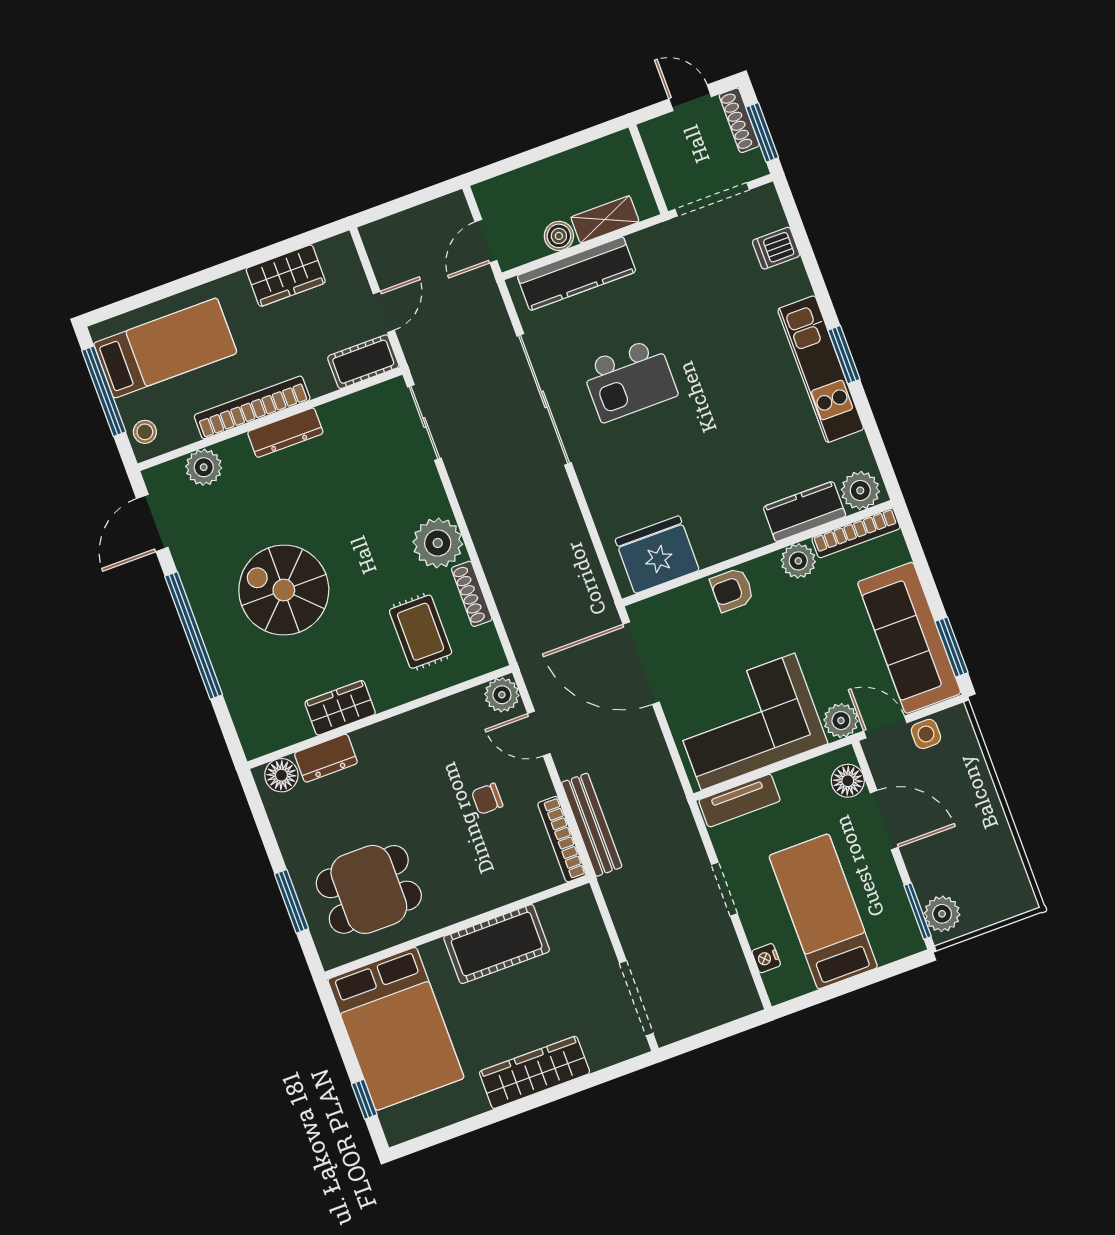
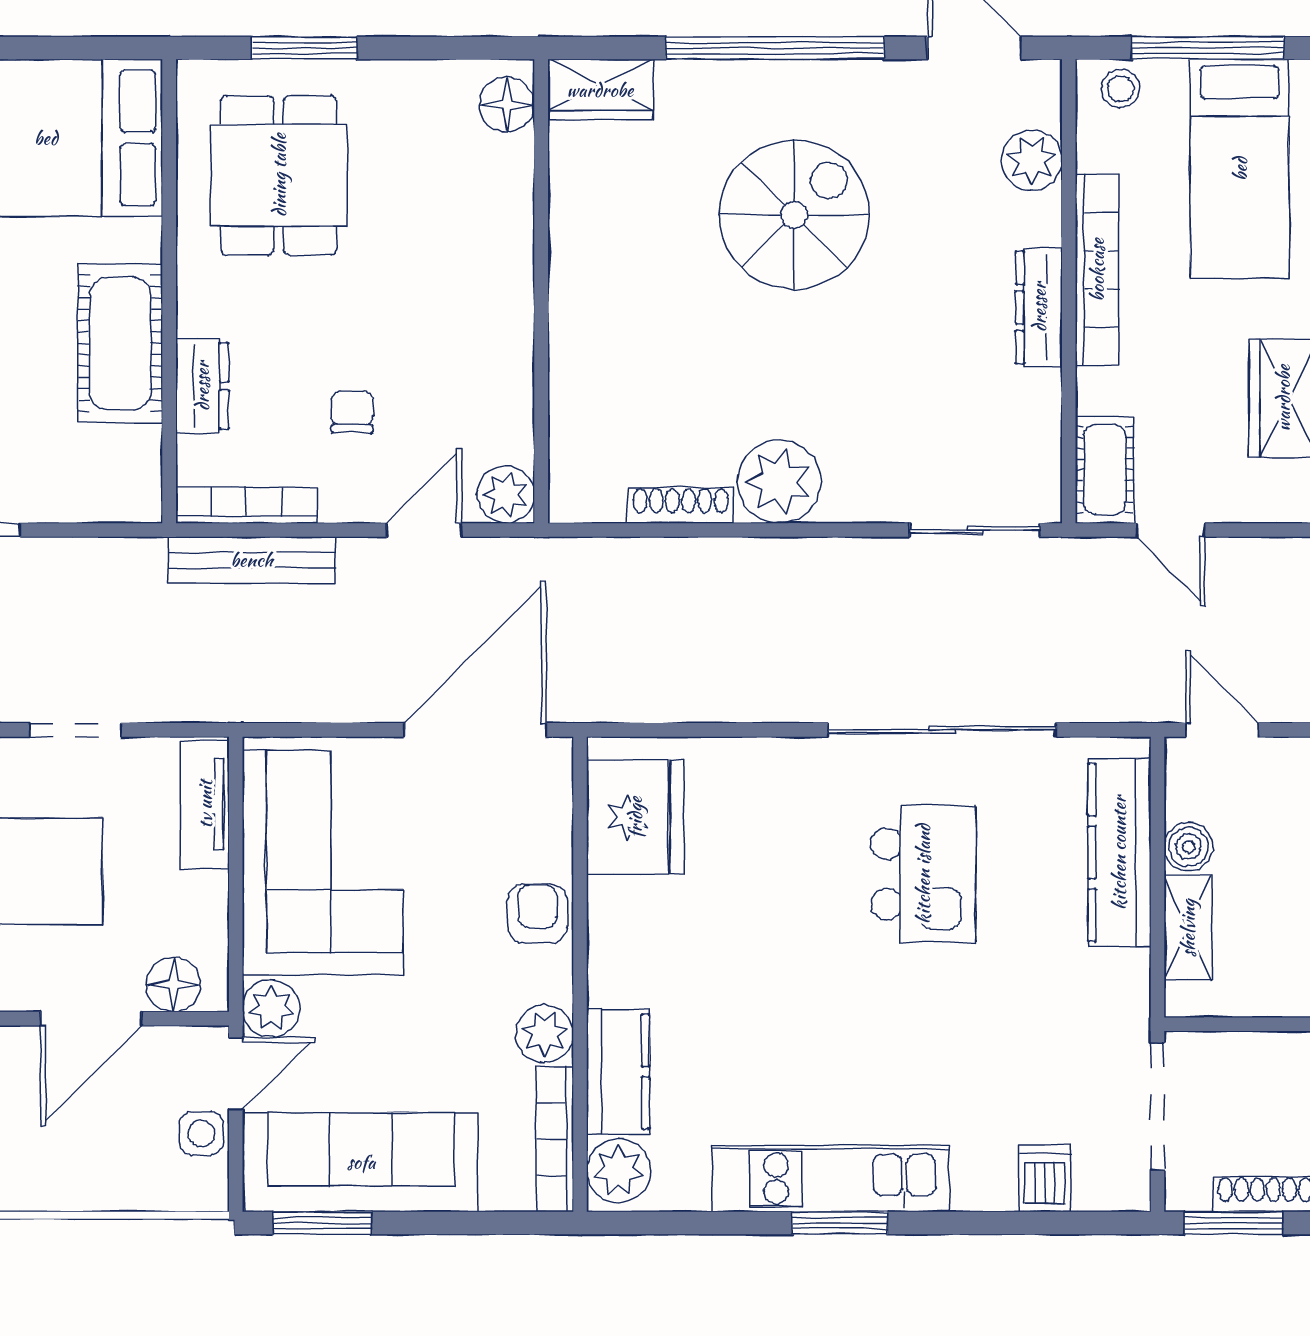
kitchen island: (629, 380) -> (923, 874), turned 180
rug: (421, 632) -> (651, 404), removed
wardrobe: (340, 708) -> (600, 90), moved, turned 90
dresser: (326, 758) -> (202, 386), moved, turned 180

